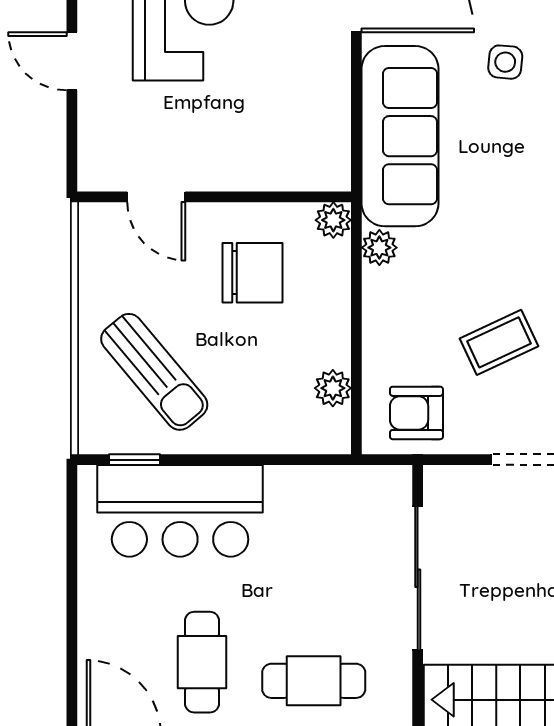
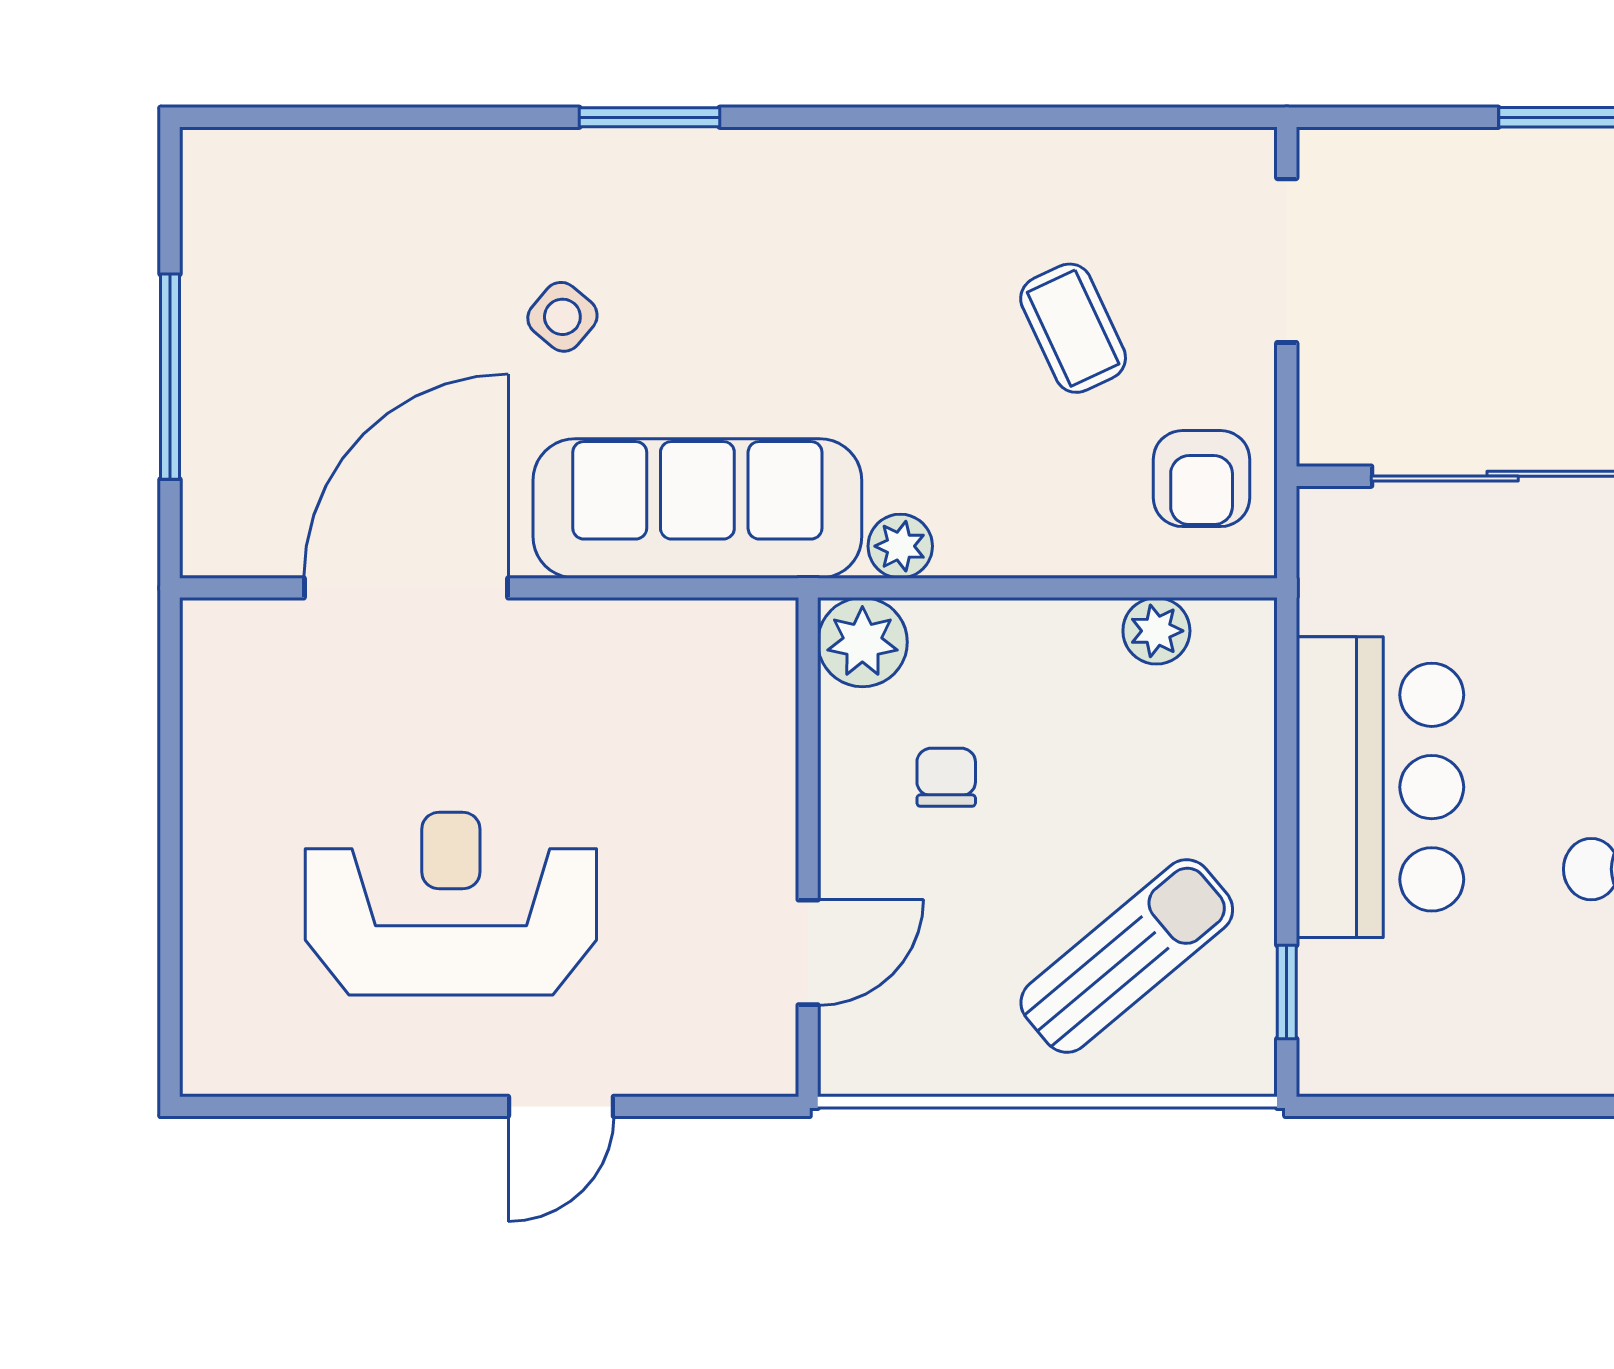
side table: (505, 62) -> (562, 317), turned 35
plant: (333, 220) -> (862, 642), width x1.38, depth x1.38
chair: (252, 273) -> (946, 777), width x0.54, depth x0.54
bar counter: (180, 511) -> (1380, 787), moved

